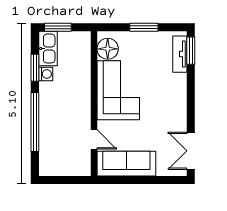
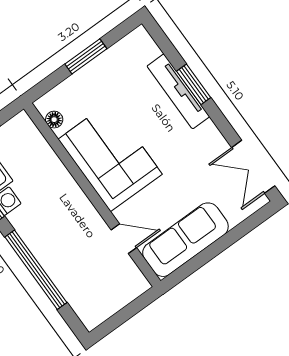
floor lamp: (108, 49) -> (54, 120), width x0.53, depth x0.53
window: (191, 51) -> (194, 84), moved
tv unit: (180, 54) -> (178, 91), moved, width x1.41

